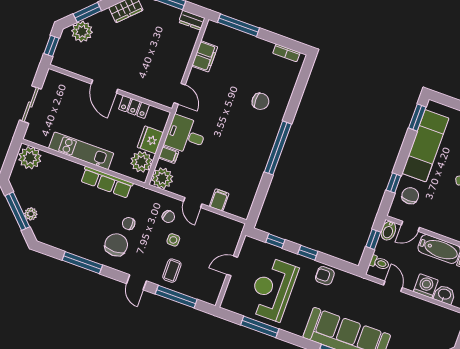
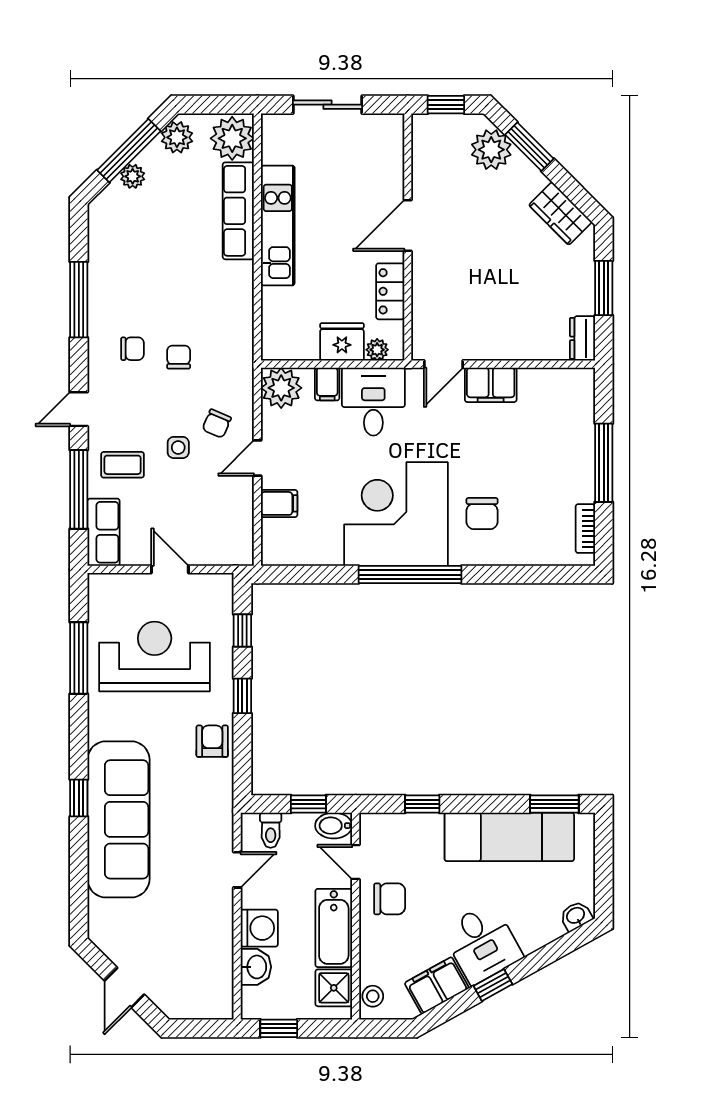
window: (238, 25) -> (604, 463), moved
filing cabinet: (205, 56) -> (491, 385), moved
corner desk: (245, 144) -> (396, 514), added
plant: (141, 162) -> (377, 350), moved, width x0.53, depth x0.53
row of seats: (107, 182) -> (238, 211), moved
plant: (19, 185) -> (177, 137), added
chair: (410, 196) -> (390, 899), moved
chair: (116, 245) -> (132, 349), width x0.54, depth x0.54
row of seats: (202, 292) -> (104, 532), added

